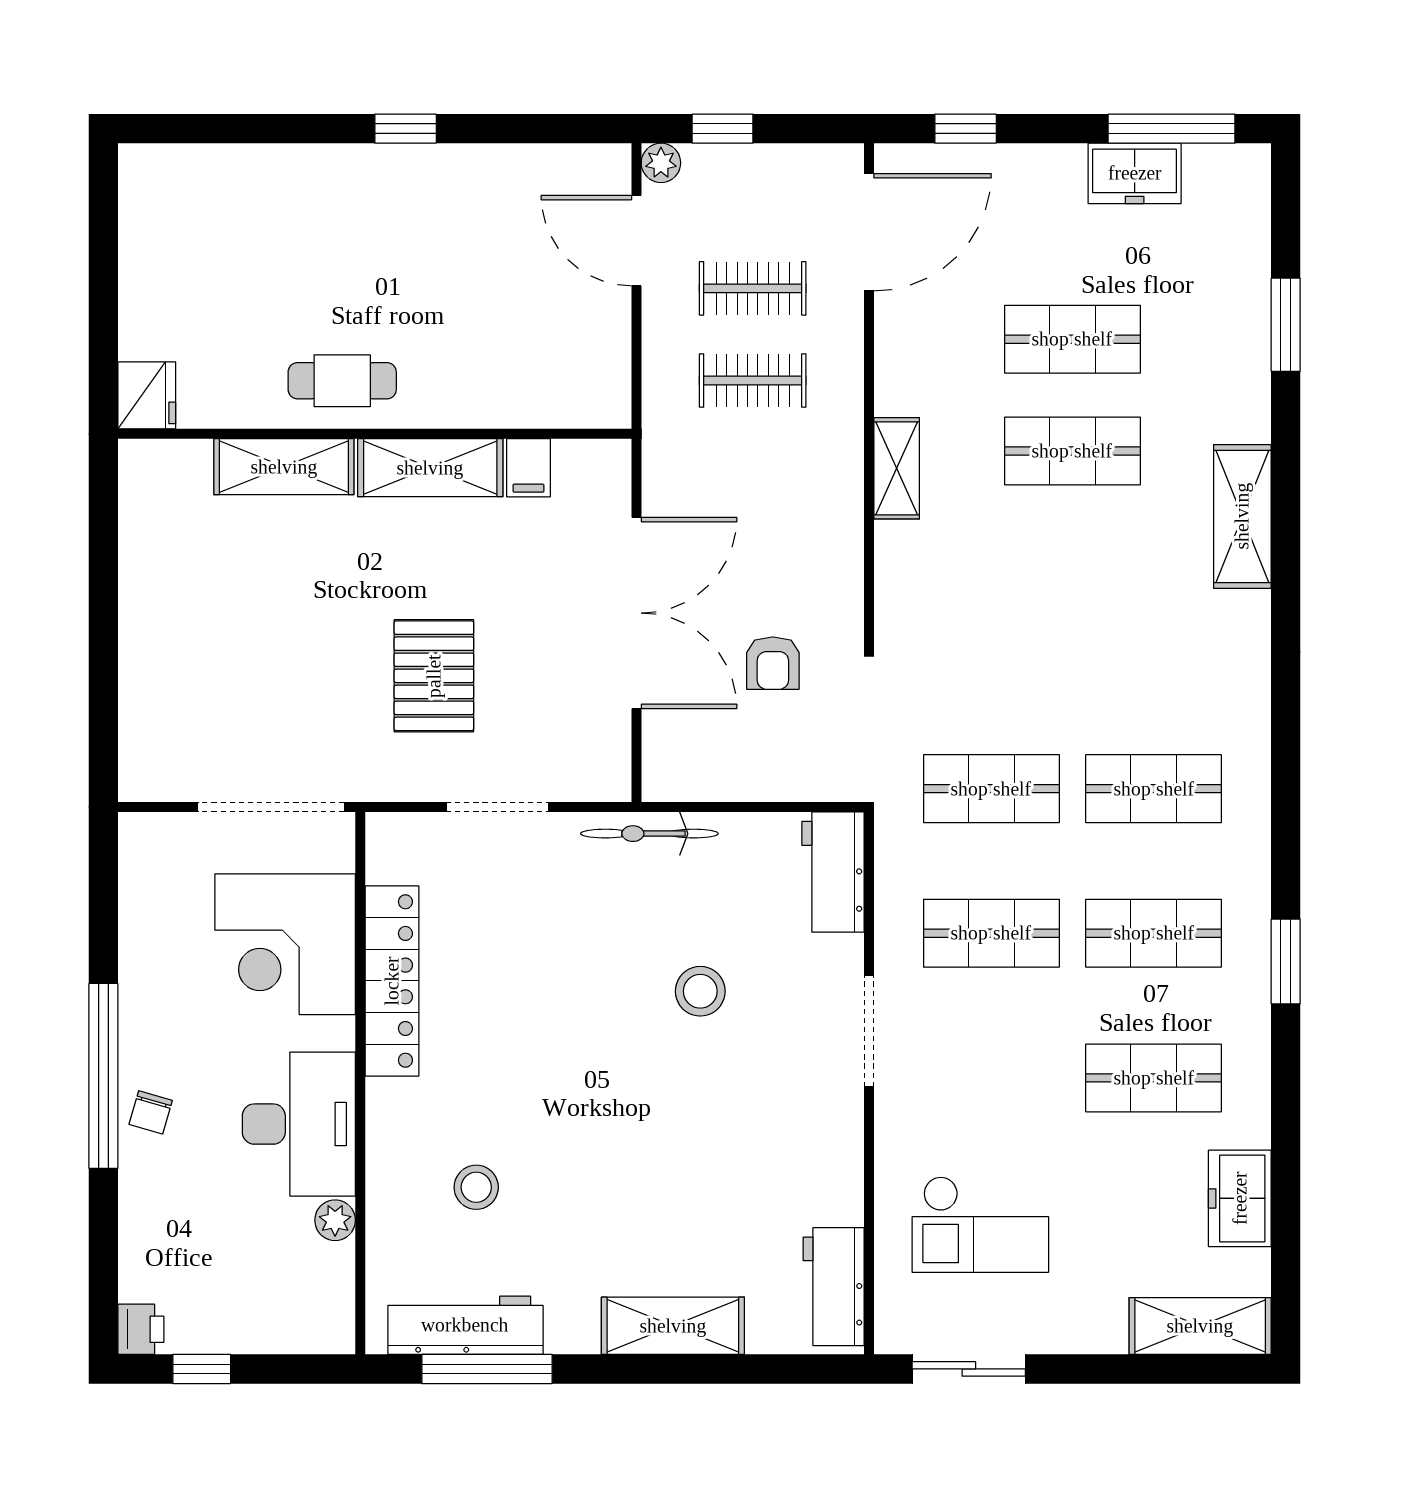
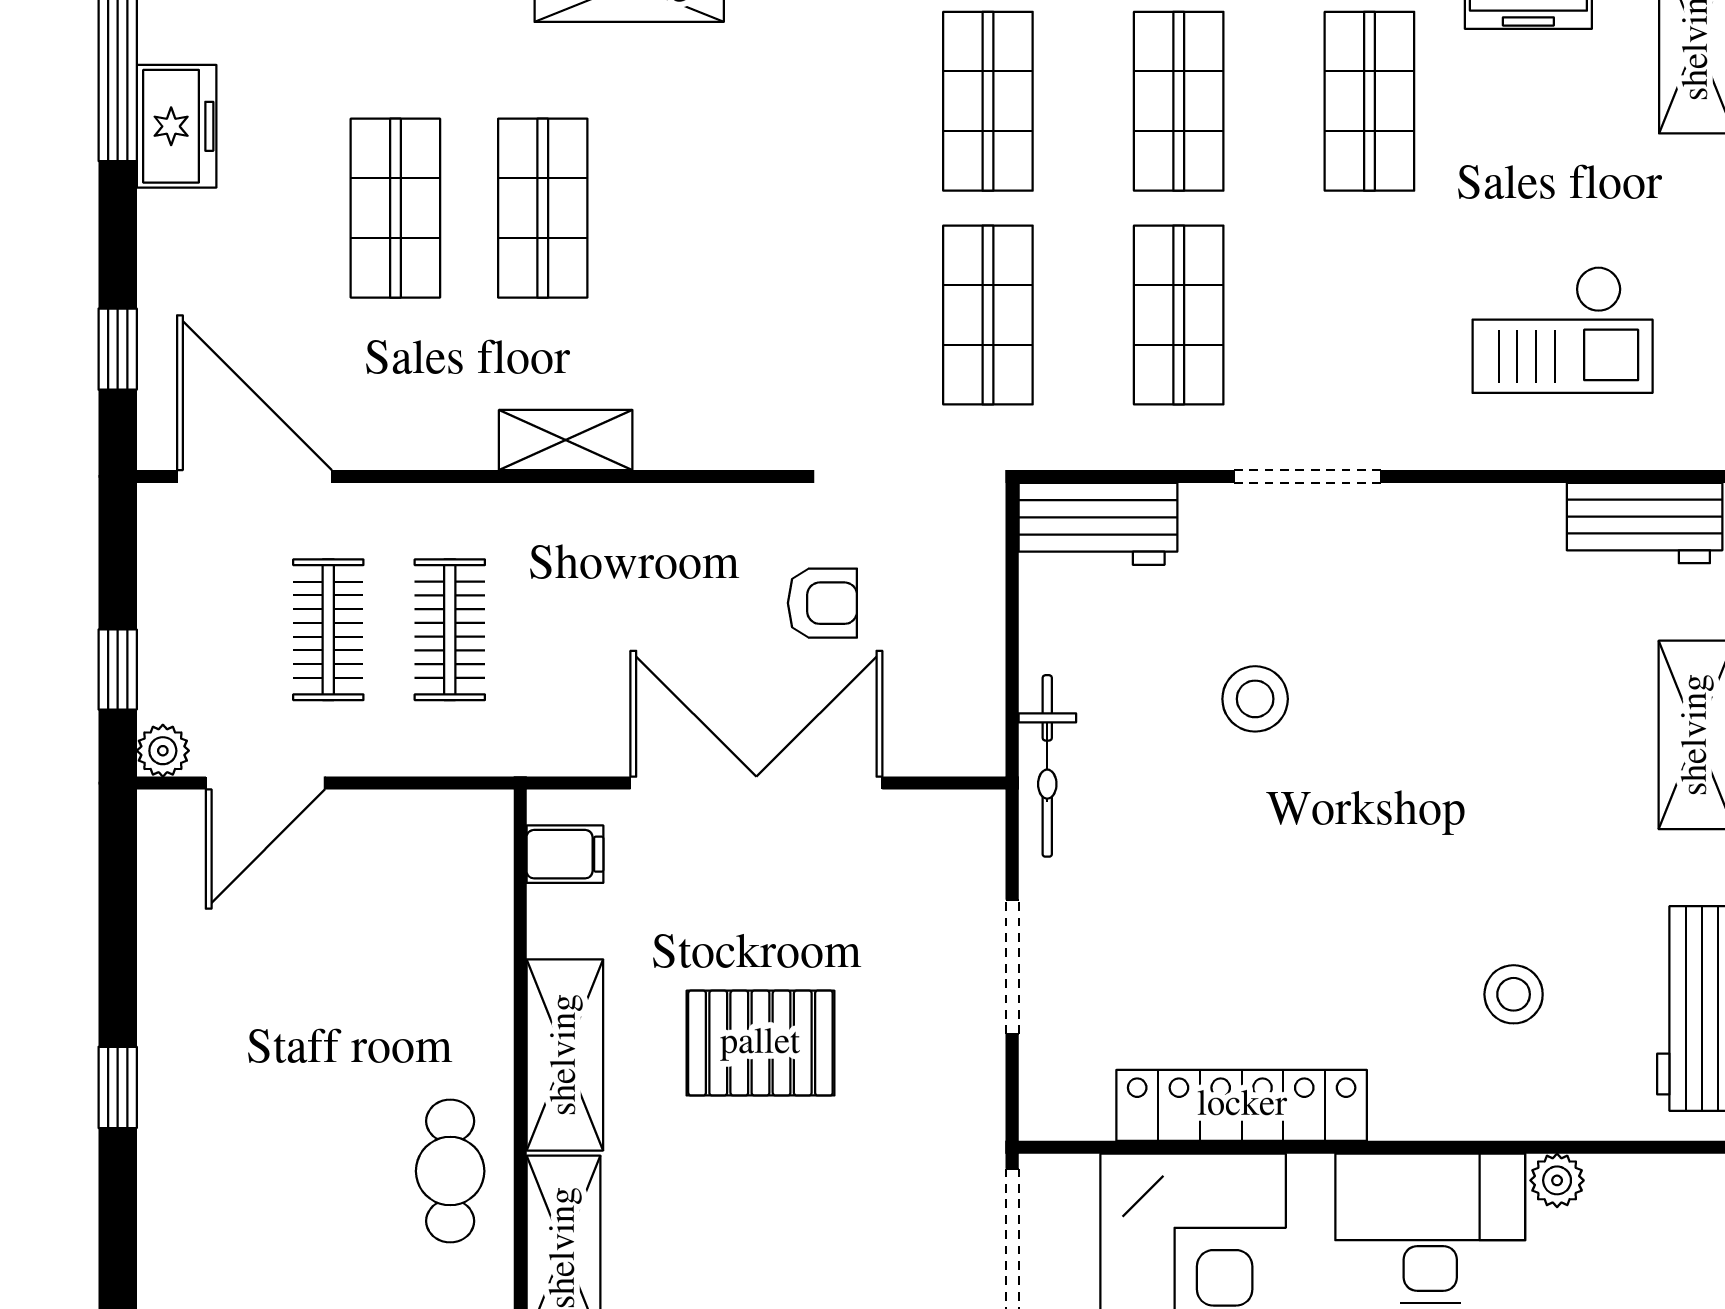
filing cabinet: (528, 468) -> (565, 854), moved
pallet: (434, 676) -> (760, 1043), moved
checkout: (980, 1224) -> (1563, 330), turned 90

